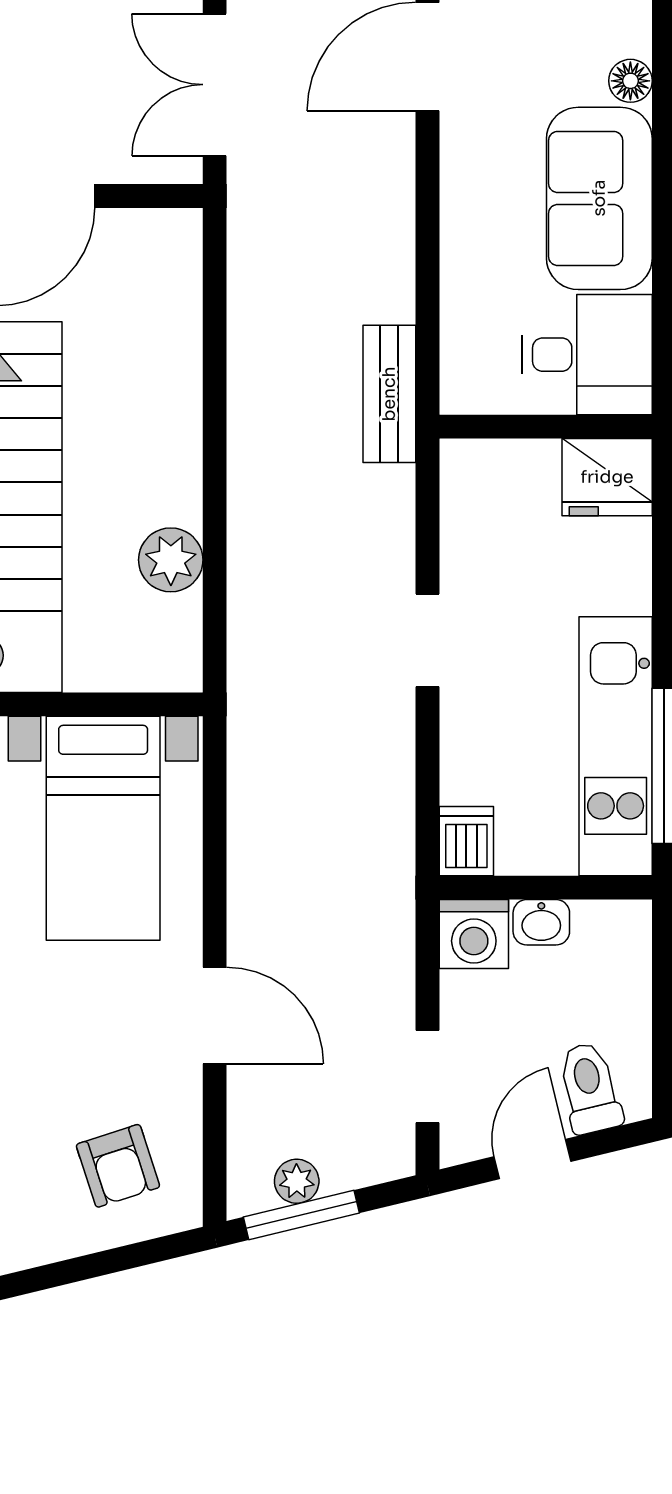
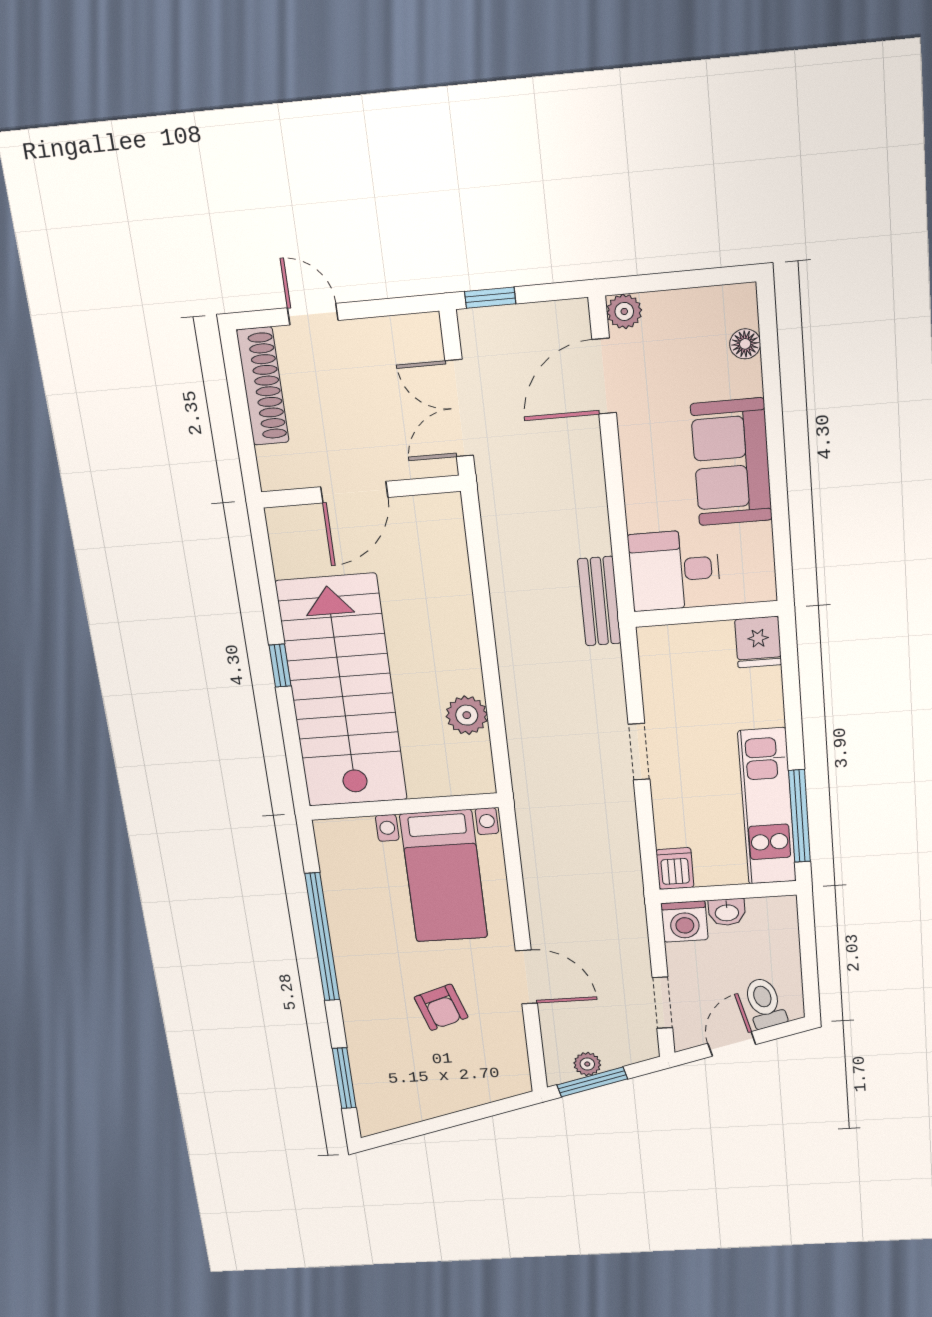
floor lamp: (630, 81) -> (745, 344), moved
desk: (587, 355) -> (674, 570), moved, turned 180
fridge: (607, 477) -> (758, 642), width x0.72
armchair: (118, 1166) -> (441, 1007), moved

